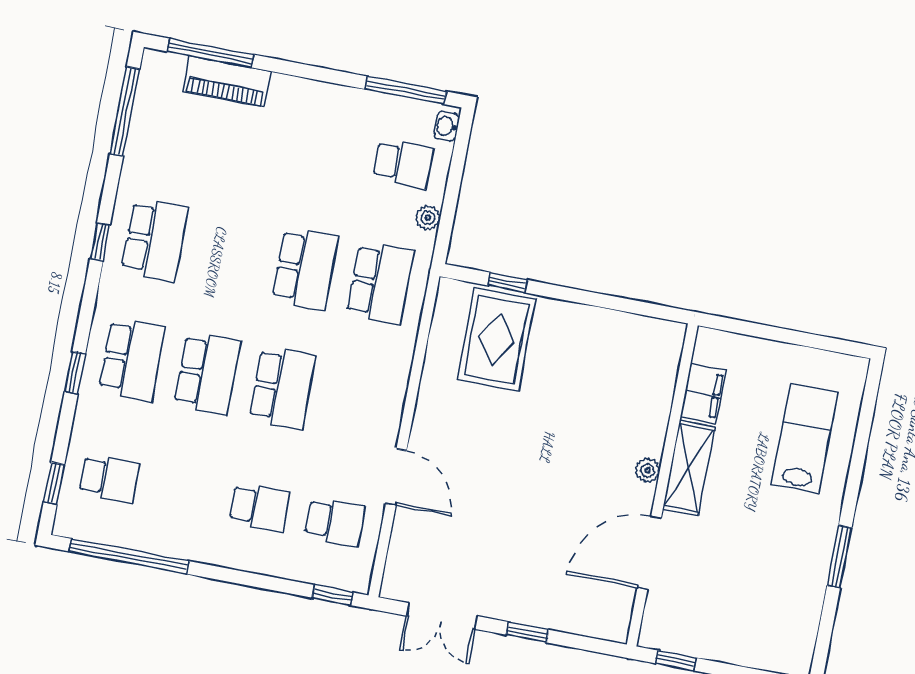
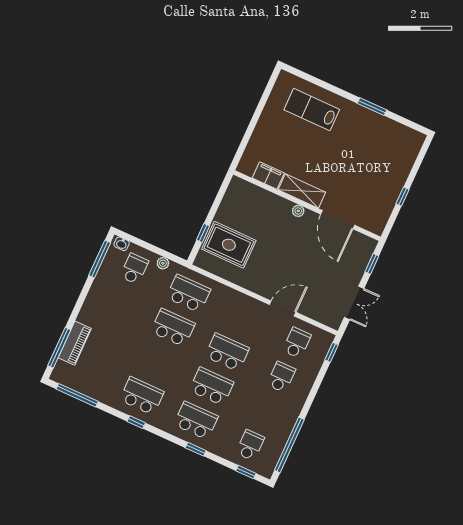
filing cabinet: (703, 394) -> (268, 175), moved
shelving: (689, 468) -> (302, 191), moved
plant: (647, 470) -> (298, 211), moved
wall: (662, 485) -> (307, 206), moved
door: (649, 553) -> (338, 220), moved

